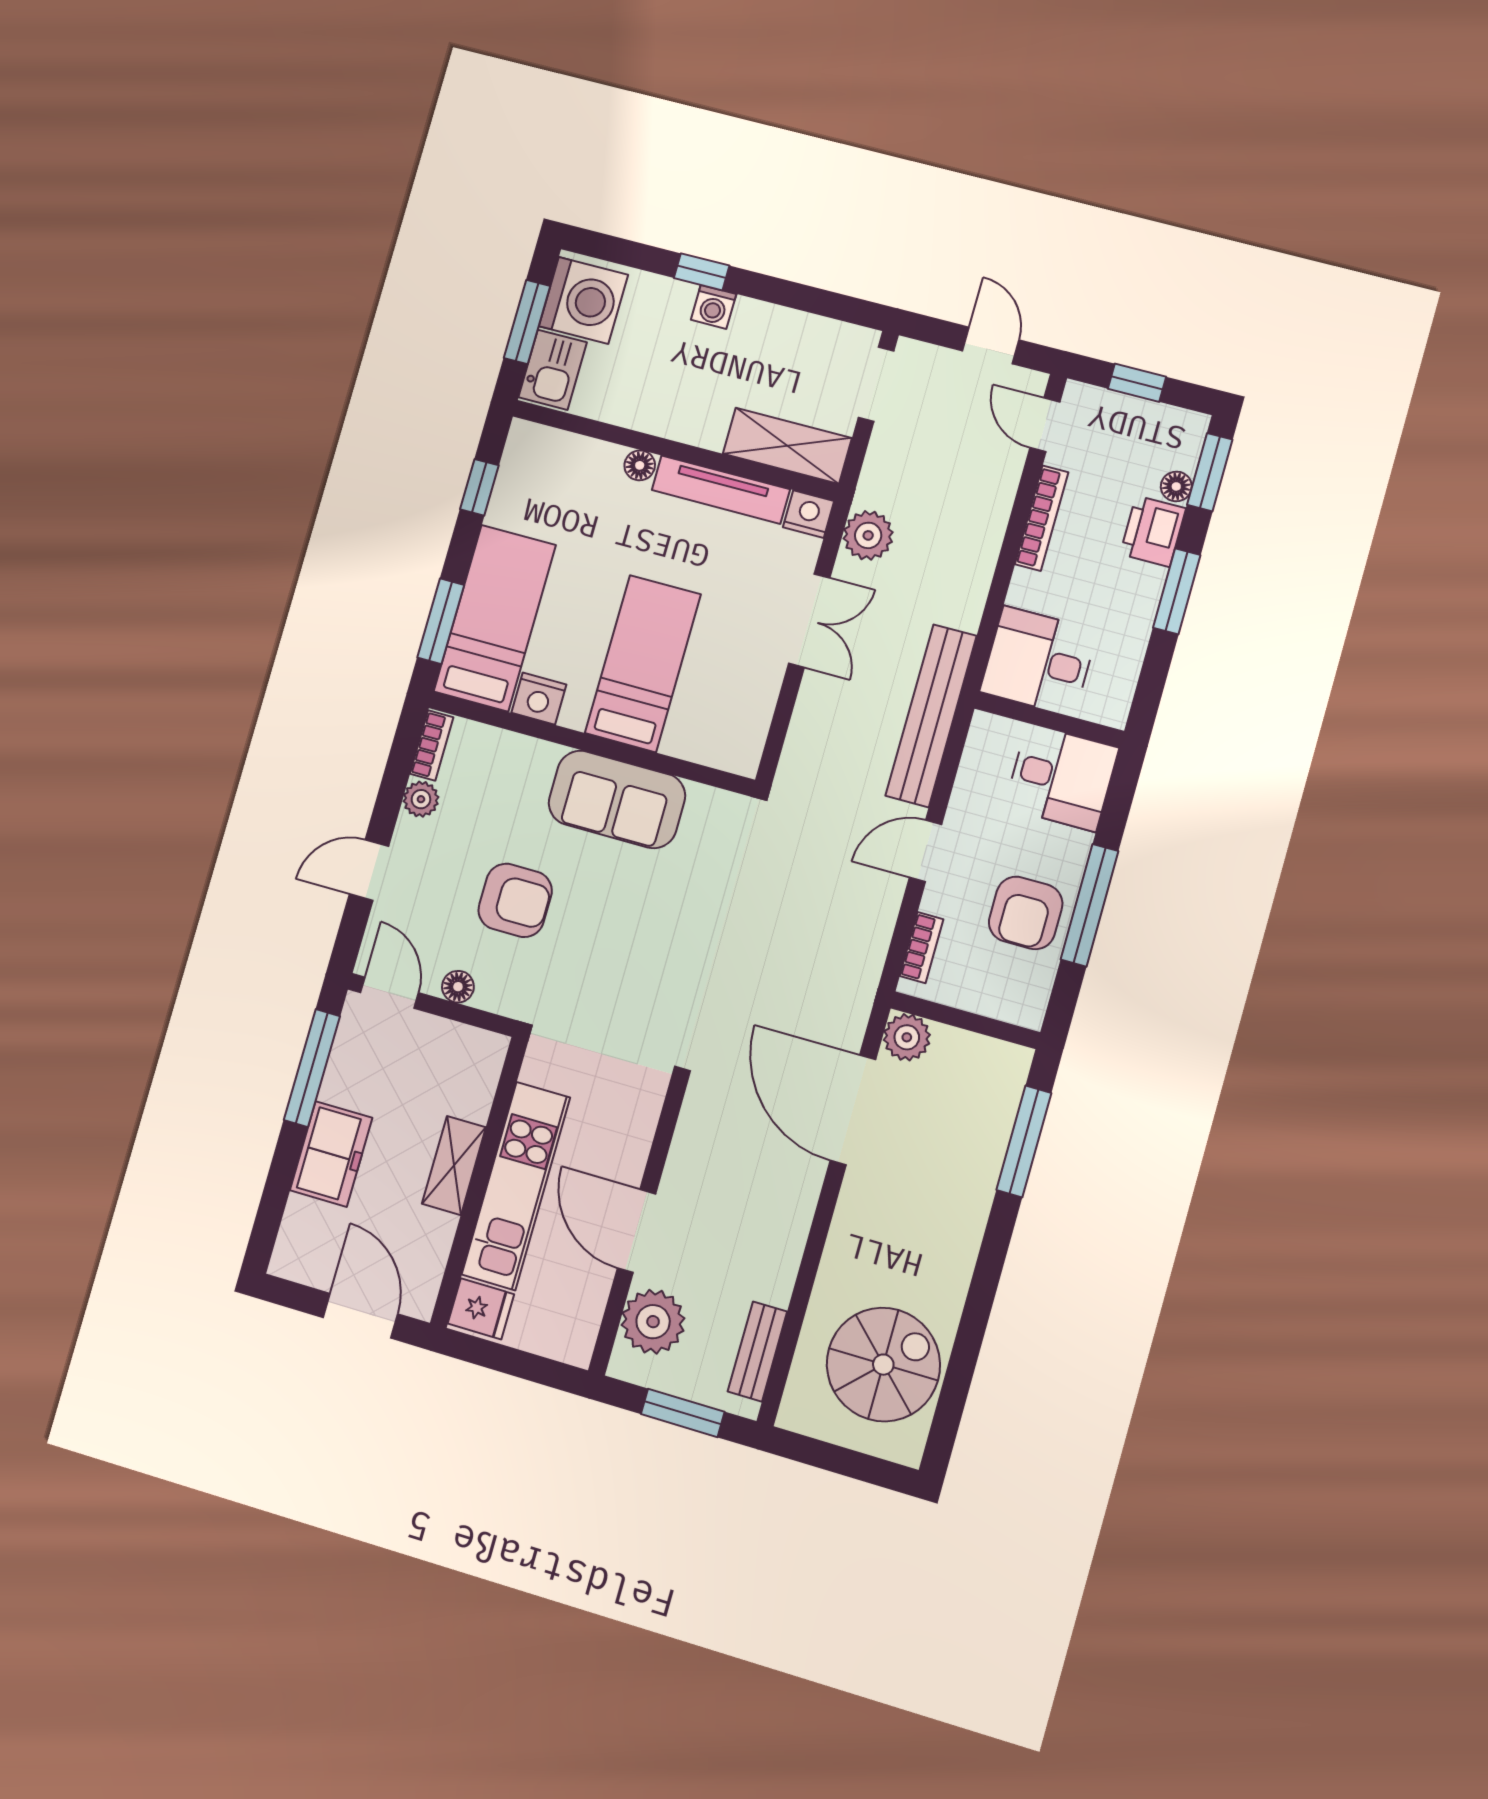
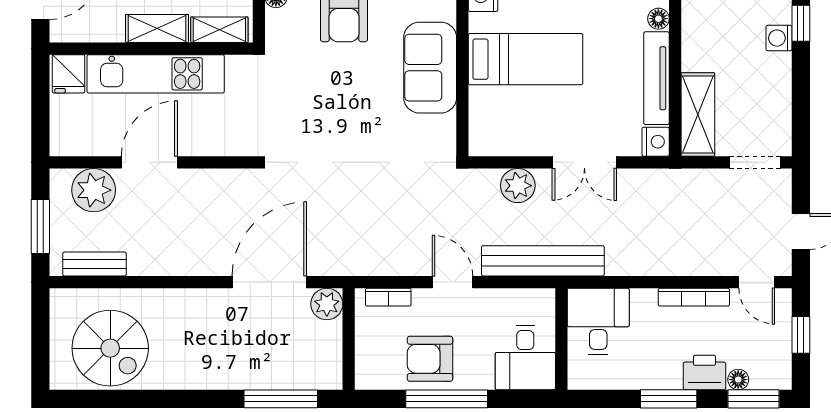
door: (1045, 425) -> (757, 282), swing flipped
plant: (868, 535) -> (518, 186), moved
shelving: (481, 1079) -> (219, 30), added

